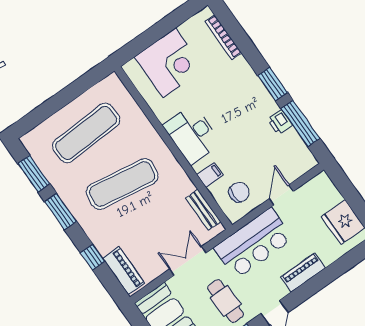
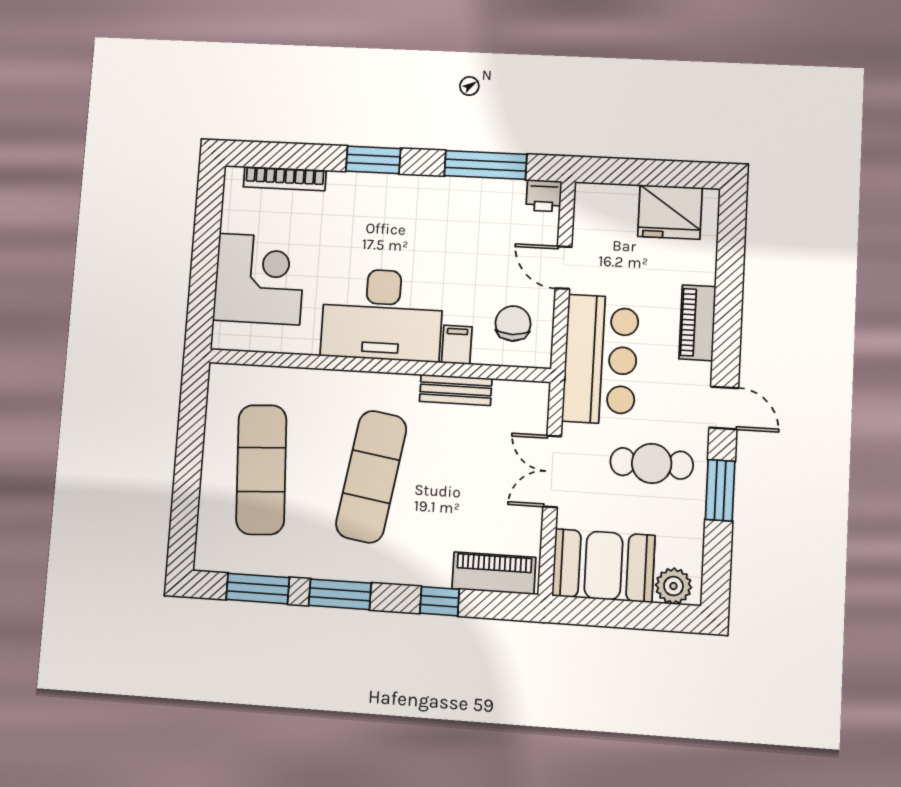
window: (273, 84) -> (373, 160), moved
printer: (280, 122) -> (544, 196), moved
desk: (192, 135) -> (382, 315), width x1.36, depth x1.30
bench: (203, 210) -> (456, 390), moved

